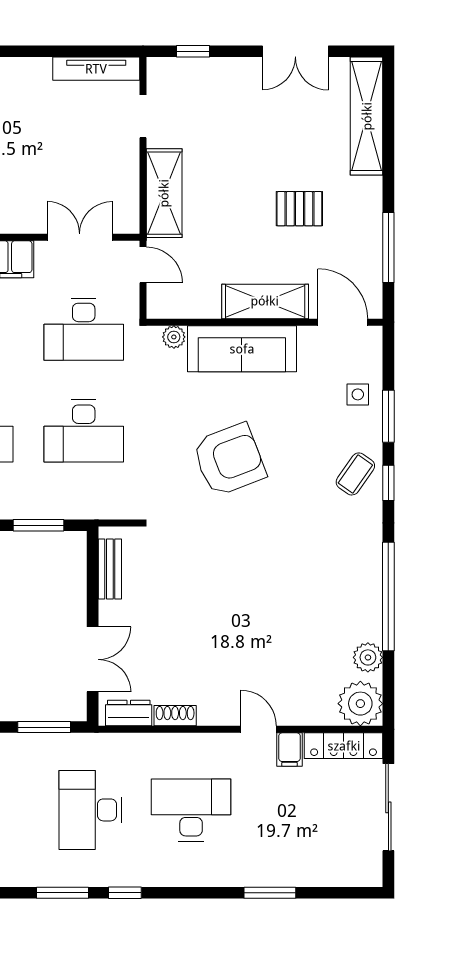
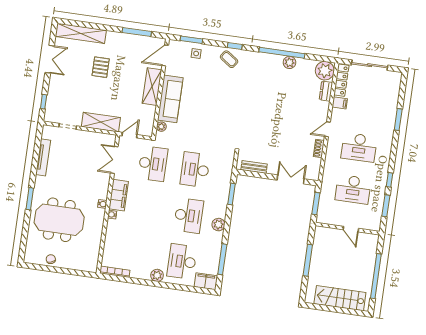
tv unit: (96, 69) -> (43, 157), moved
pallet: (299, 209) -> (101, 67), moved
window: (388, 416) -> (191, 40), moved
desk: (84, 431) -> (195, 170), turned 180
armchair: (229, 460) -> (216, 111), removed
plant: (368, 657) -> (289, 62), moved
dresser: (129, 713) -> (326, 91), moved
door: (259, 729) -> (327, 129), moved
desk: (191, 810) -> (359, 147), turned -90

